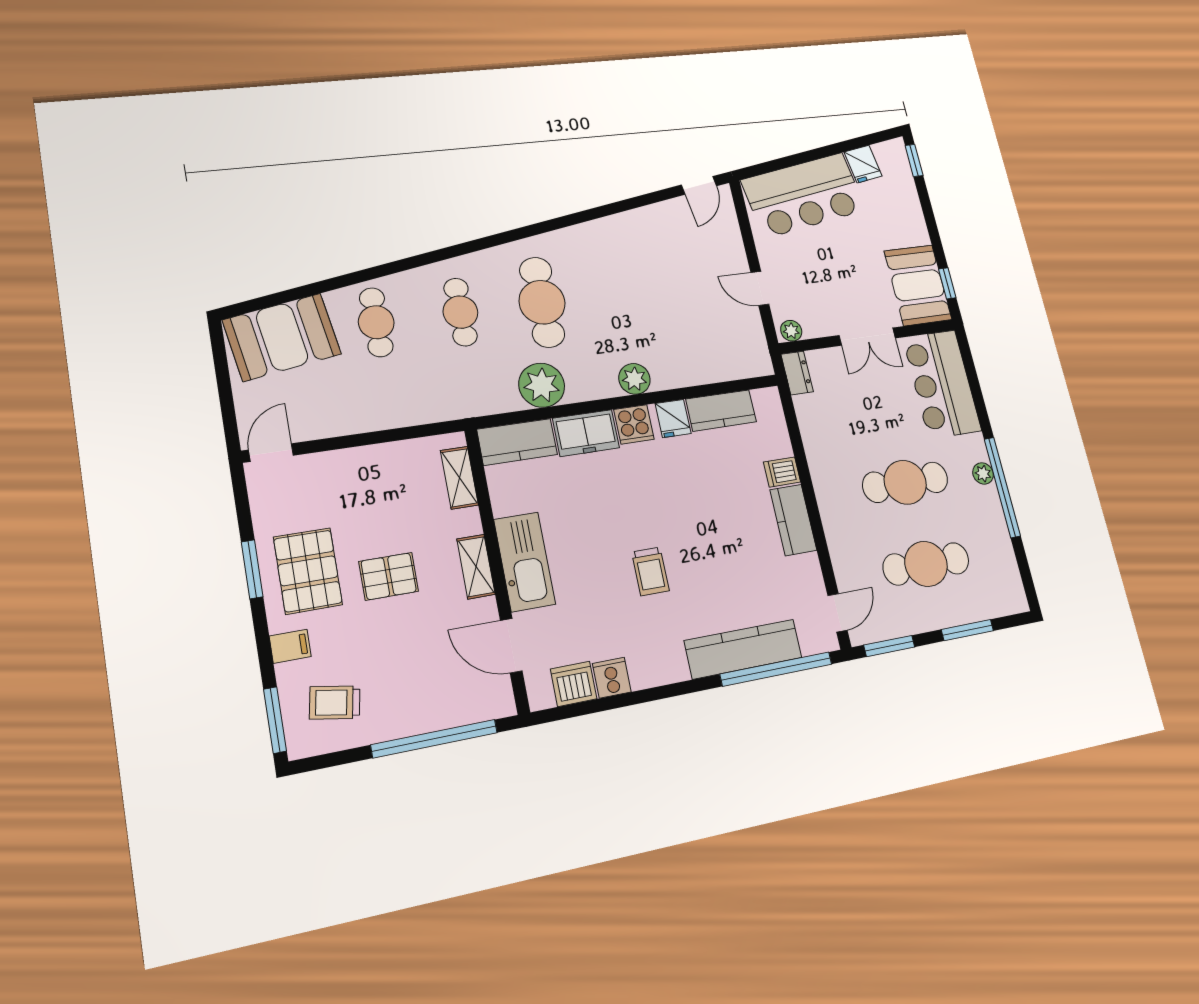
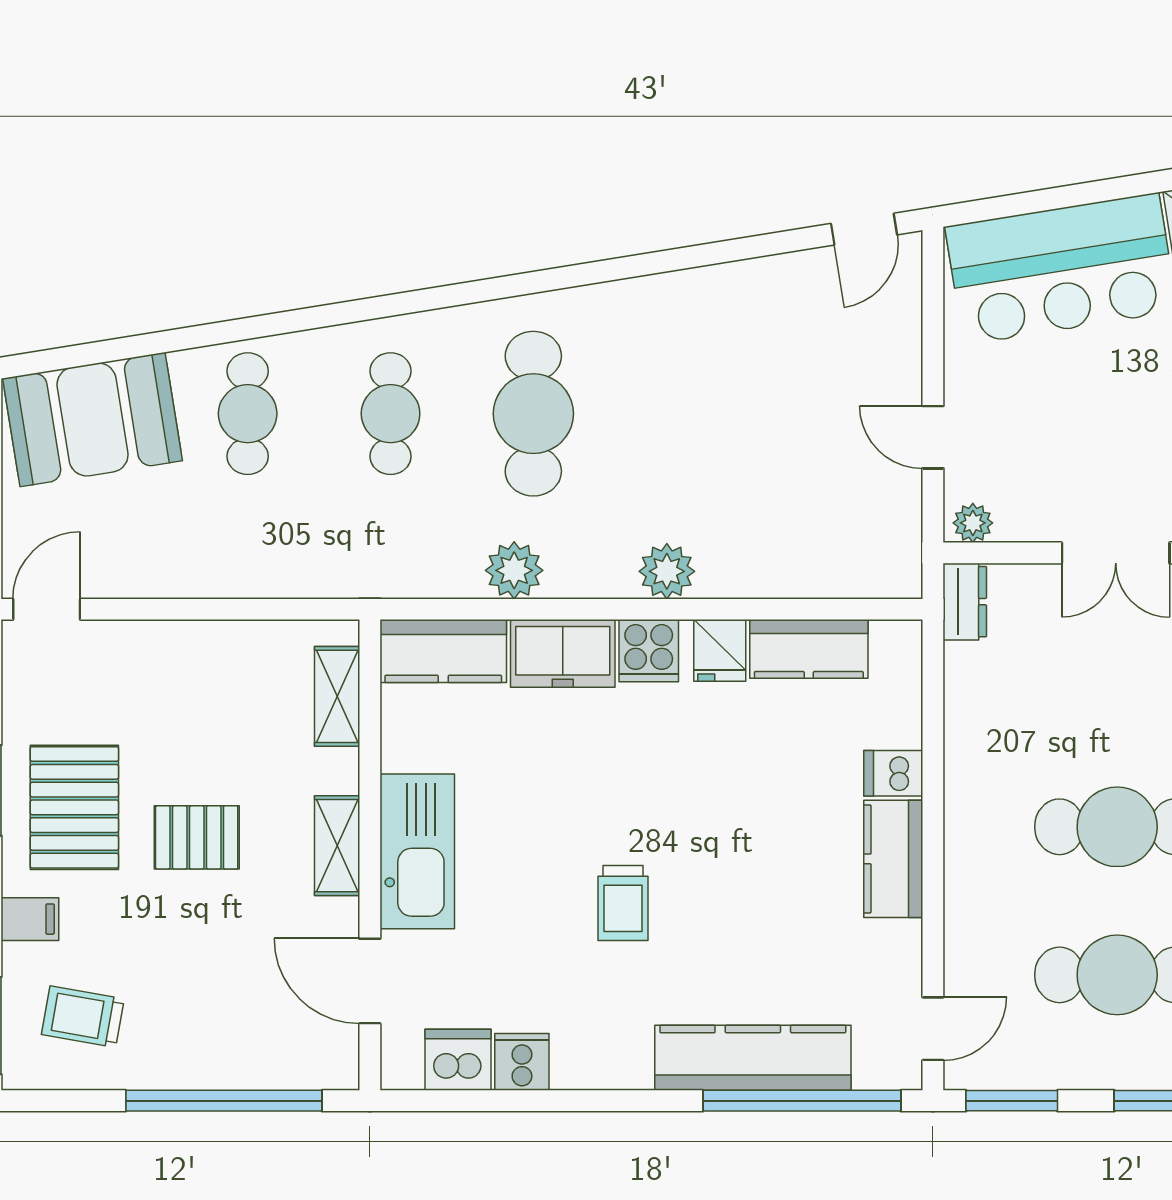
plant: (542, 385) -> (514, 570), width x0.73, depth x0.73

